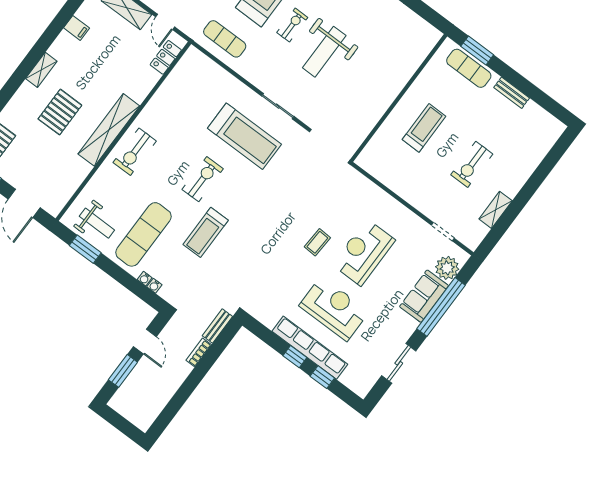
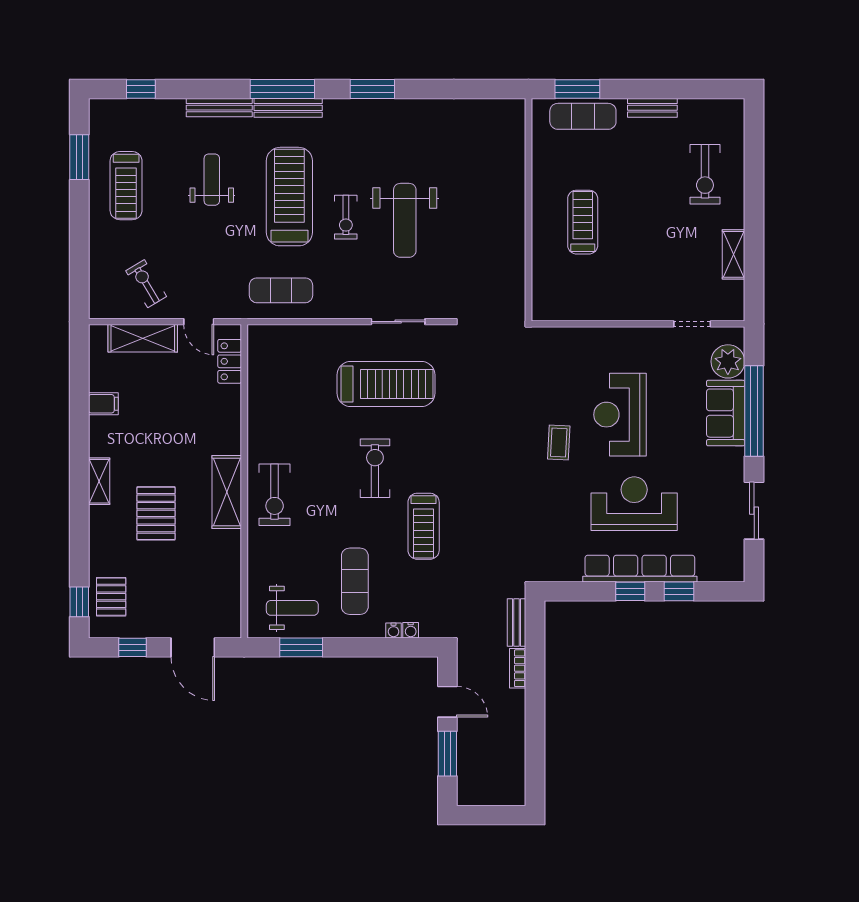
exercise bike: (292, 25) -> (346, 217), turned 180
shelving: (109, 130) -> (227, 492), width x0.68
exercise bike: (472, 164) -> (705, 174), moved
exercise mat: (144, 234) -> (355, 581), width x0.73, depth x0.69

